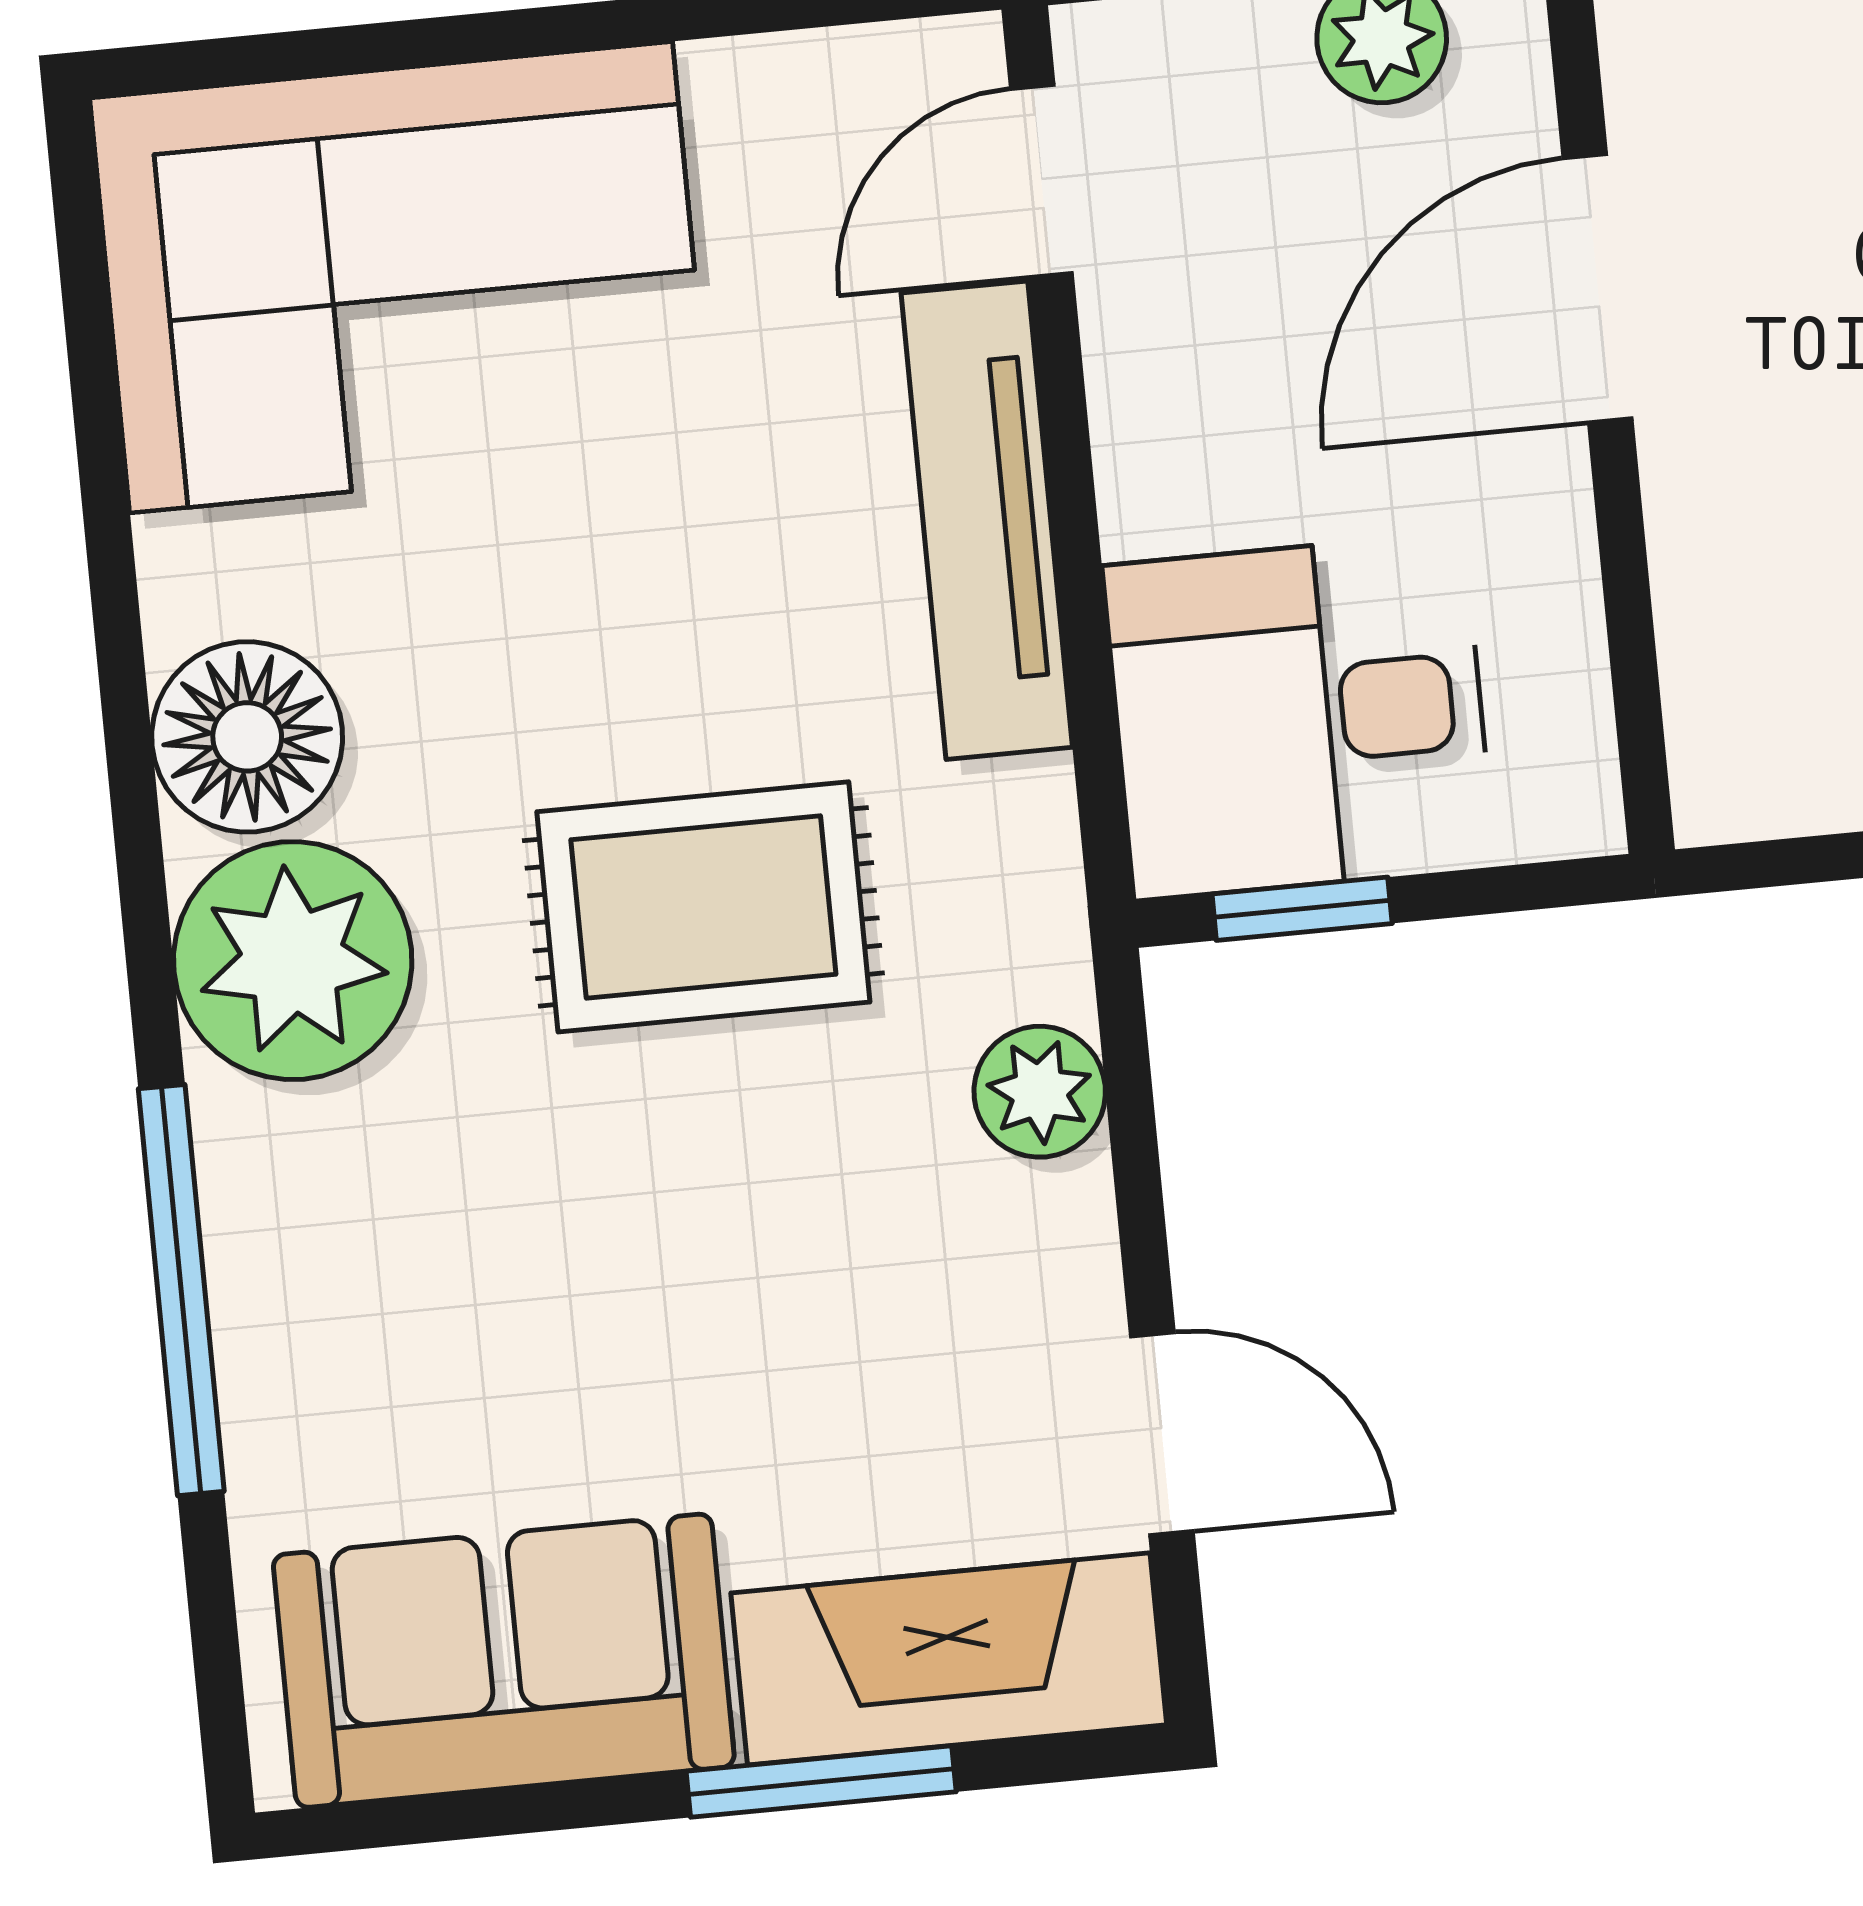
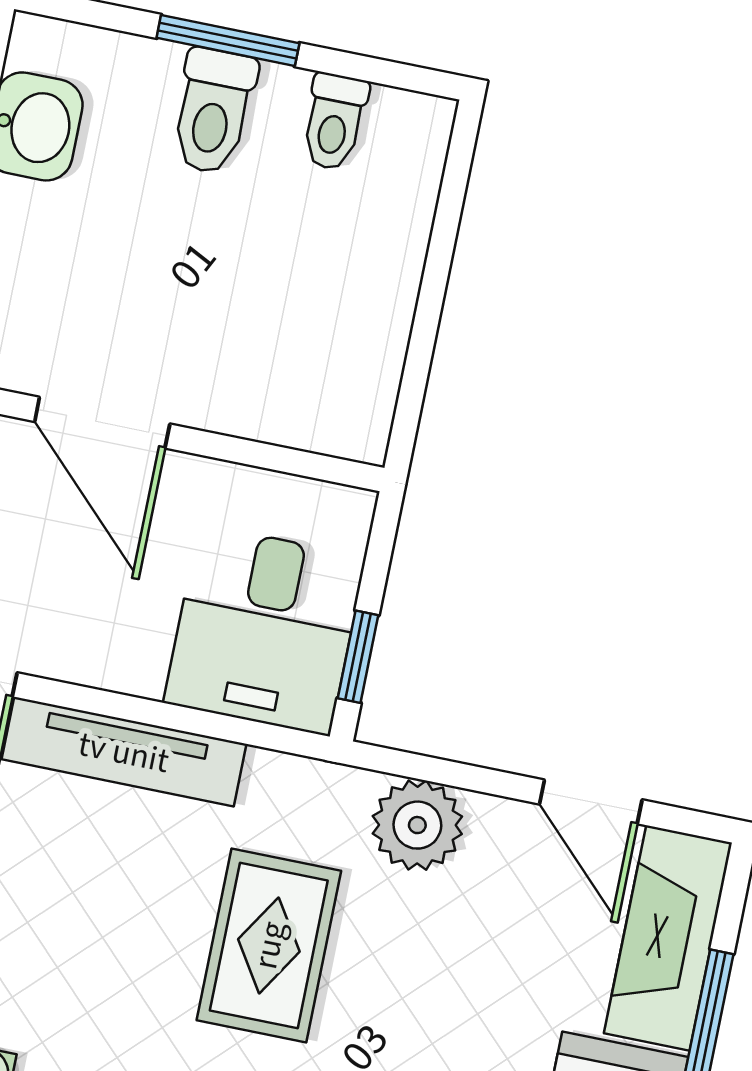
plant: (1040, 1092) -> (417, 825), width x1.38, depth x1.38
door: (1162, 1434) -> (591, 802), swing flipped

